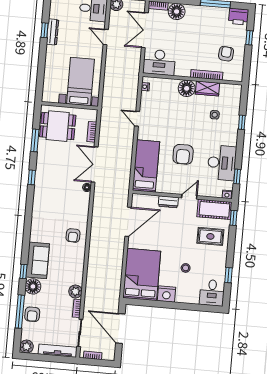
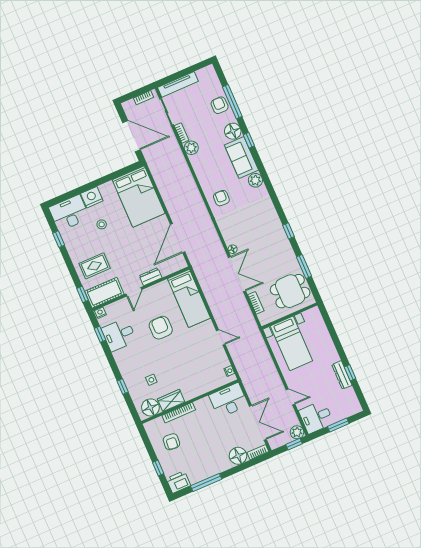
floor lamp: (187, 88) -> (150, 407), moved
desk: (222, 163) -> (119, 335), width x0.73
desk: (212, 293) -> (69, 213), width x1.37
nightstand: (166, 294) -> (92, 197), moved
plant: (27, 347) -> (255, 180), moved

